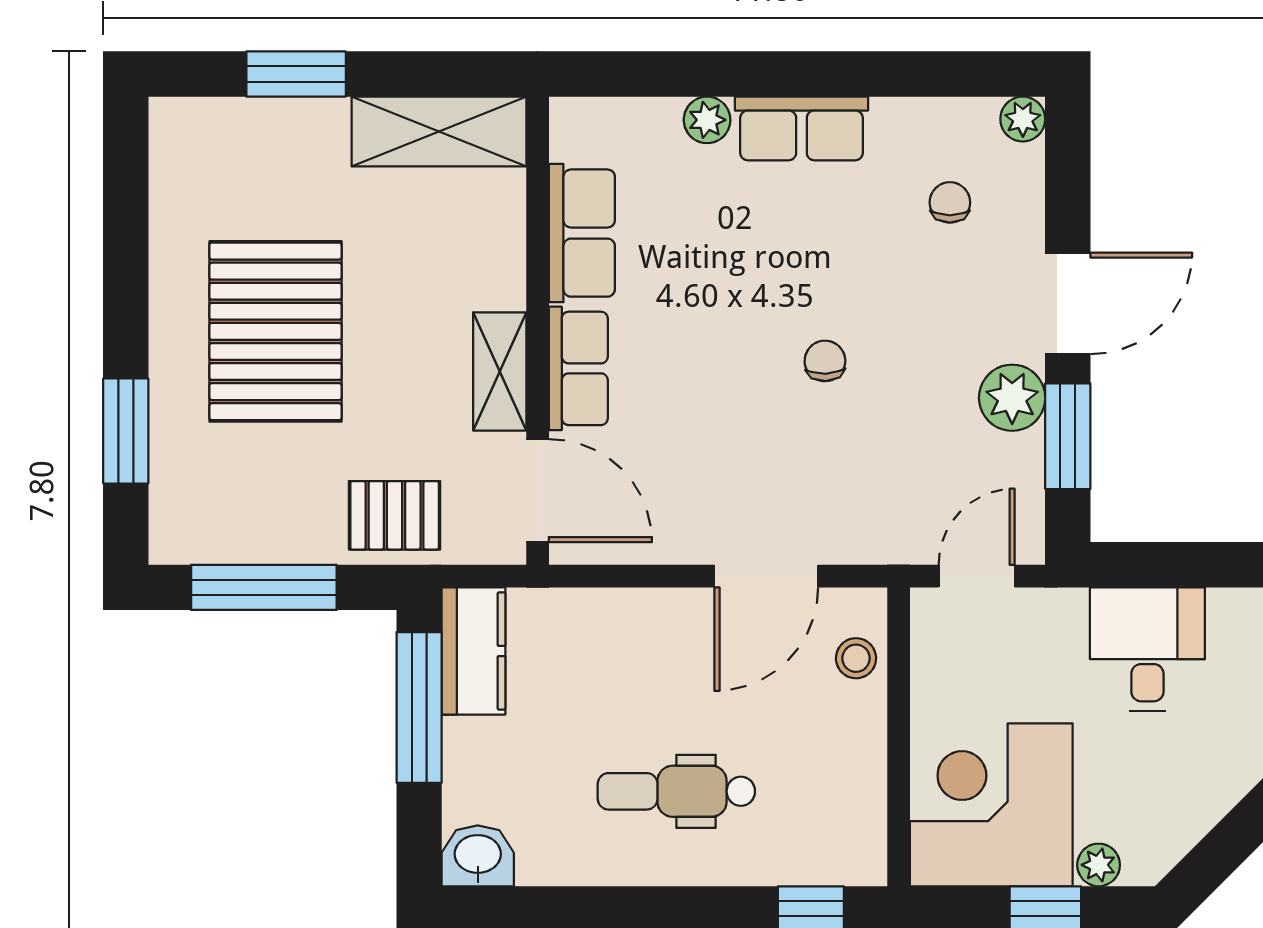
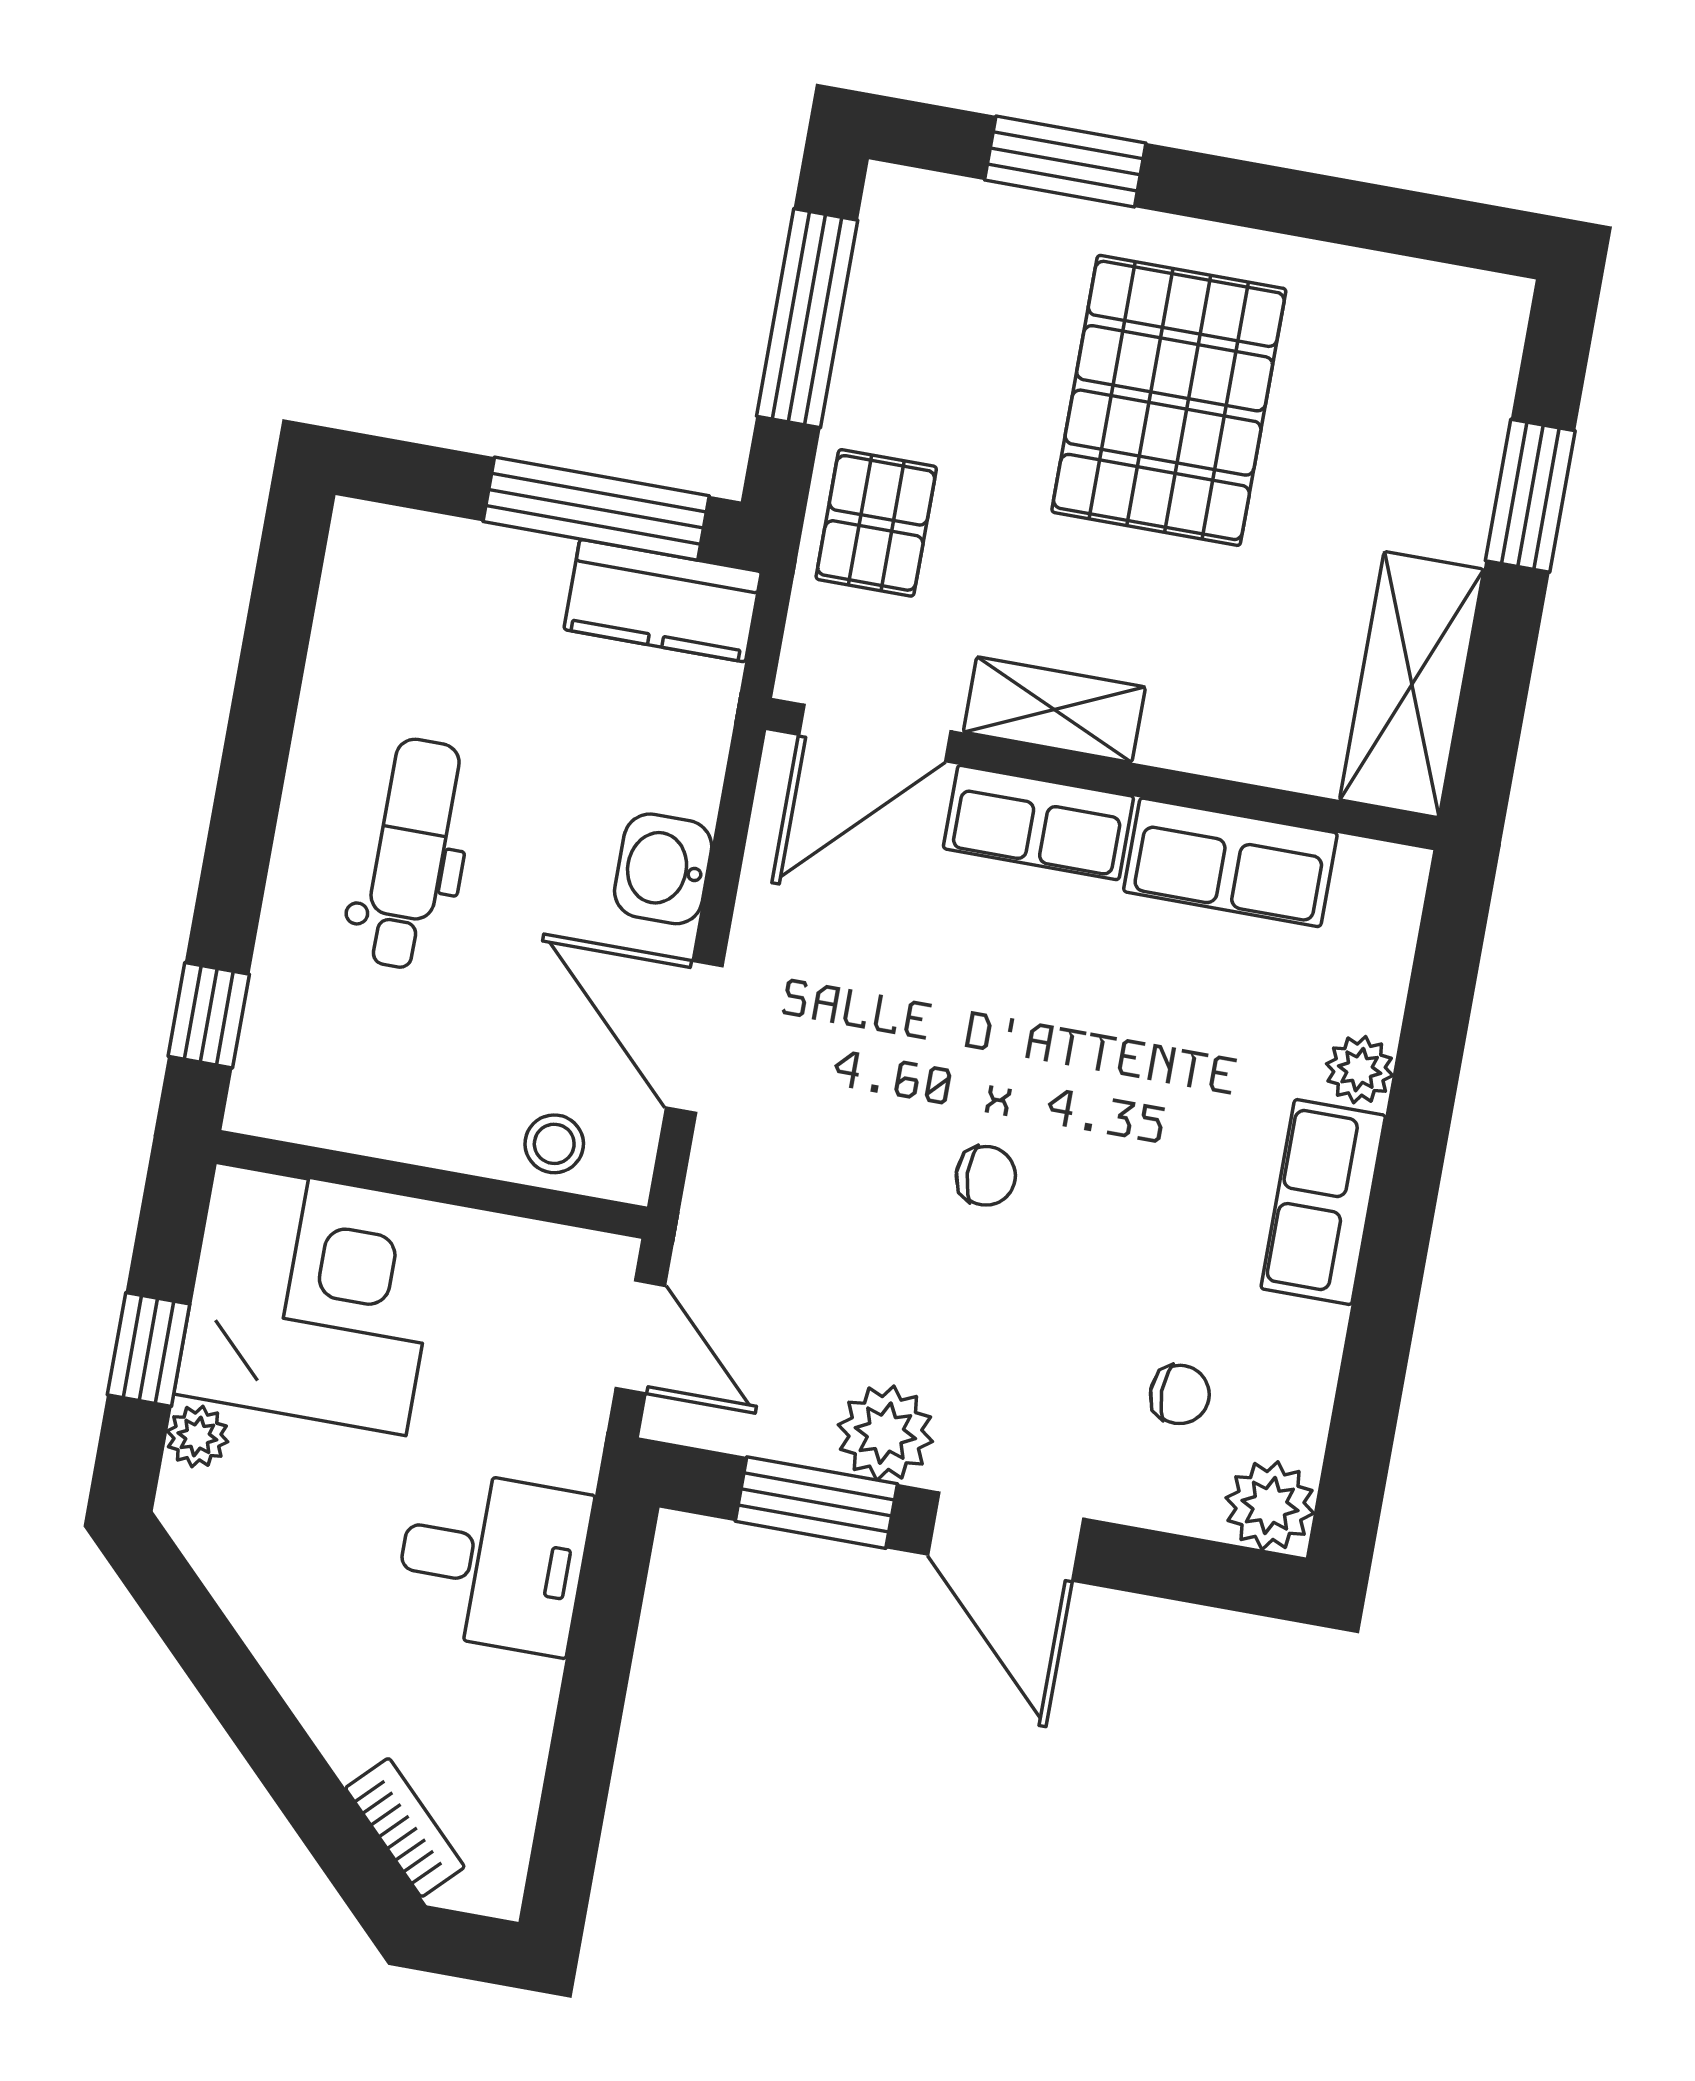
plant: (1023, 119) -> (1270, 1506), width x1.38, depth x1.38
pallet: (275, 331) -> (1169, 400), turned 90
washbasin: (478, 856) -> (663, 869), moved, turned 180

